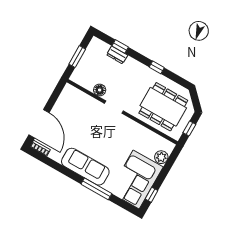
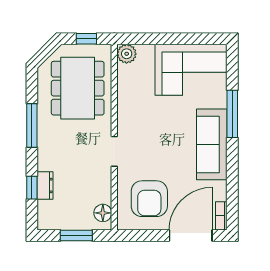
window: (157, 67) -> (32, 126), width x2.17
floor lamp: (100, 90) -> (103, 213), moved
armchair: (74, 112) -> (149, 199), added
plant: (161, 157) -> (127, 54), moved
window: (151, 195) -> (199, 39), removed

